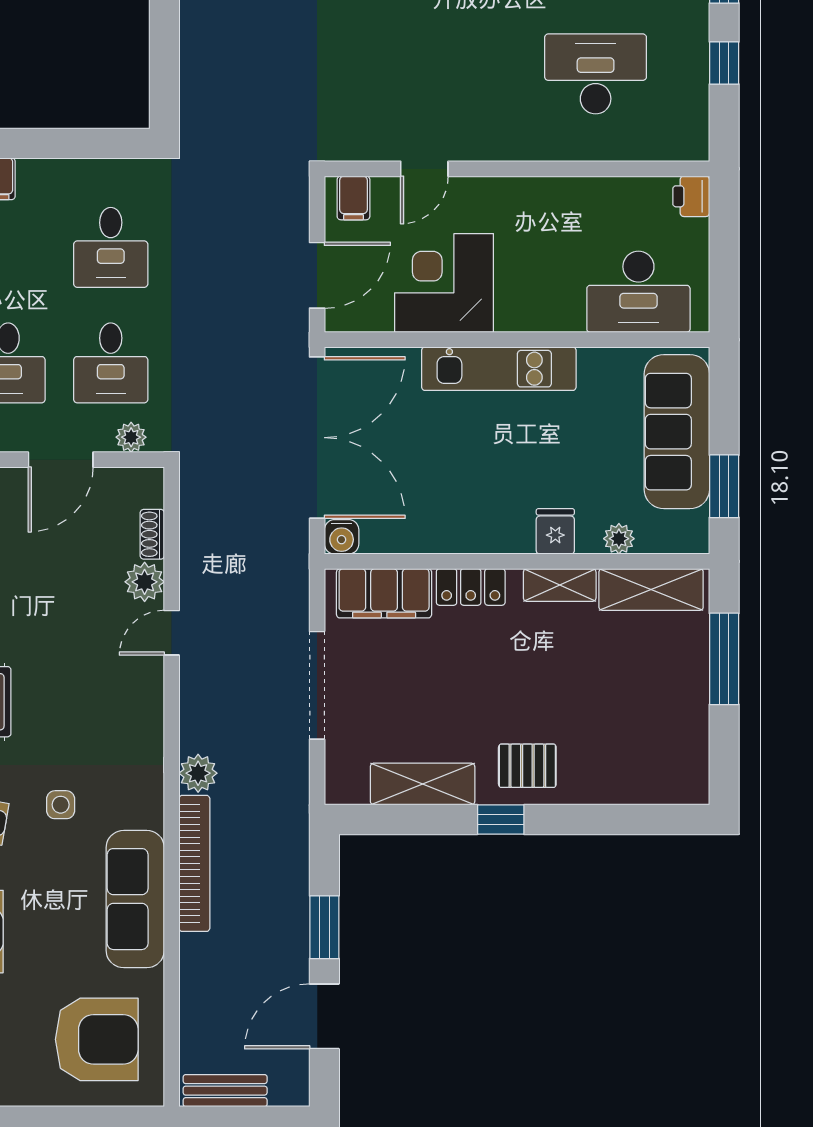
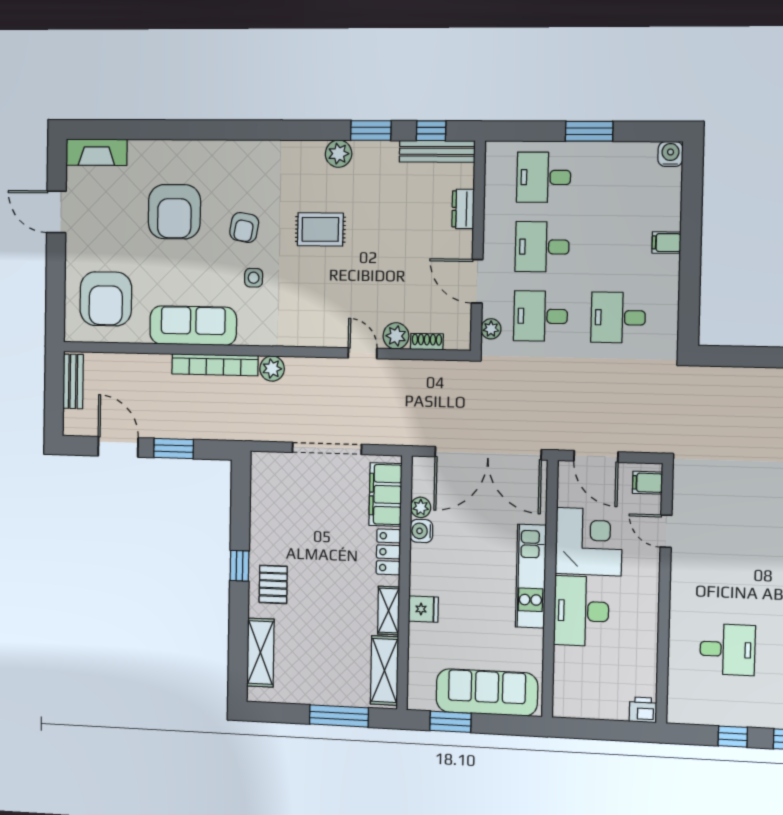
desk: (596, 74) -> (728, 649), width x0.73
desk: (638, 292) -> (581, 611), moved
water cooler: (342, 537) -> (421, 531), moved
plant: (619, 539) -> (421, 507), moved
shelving: (423, 784) -> (260, 653), moved

